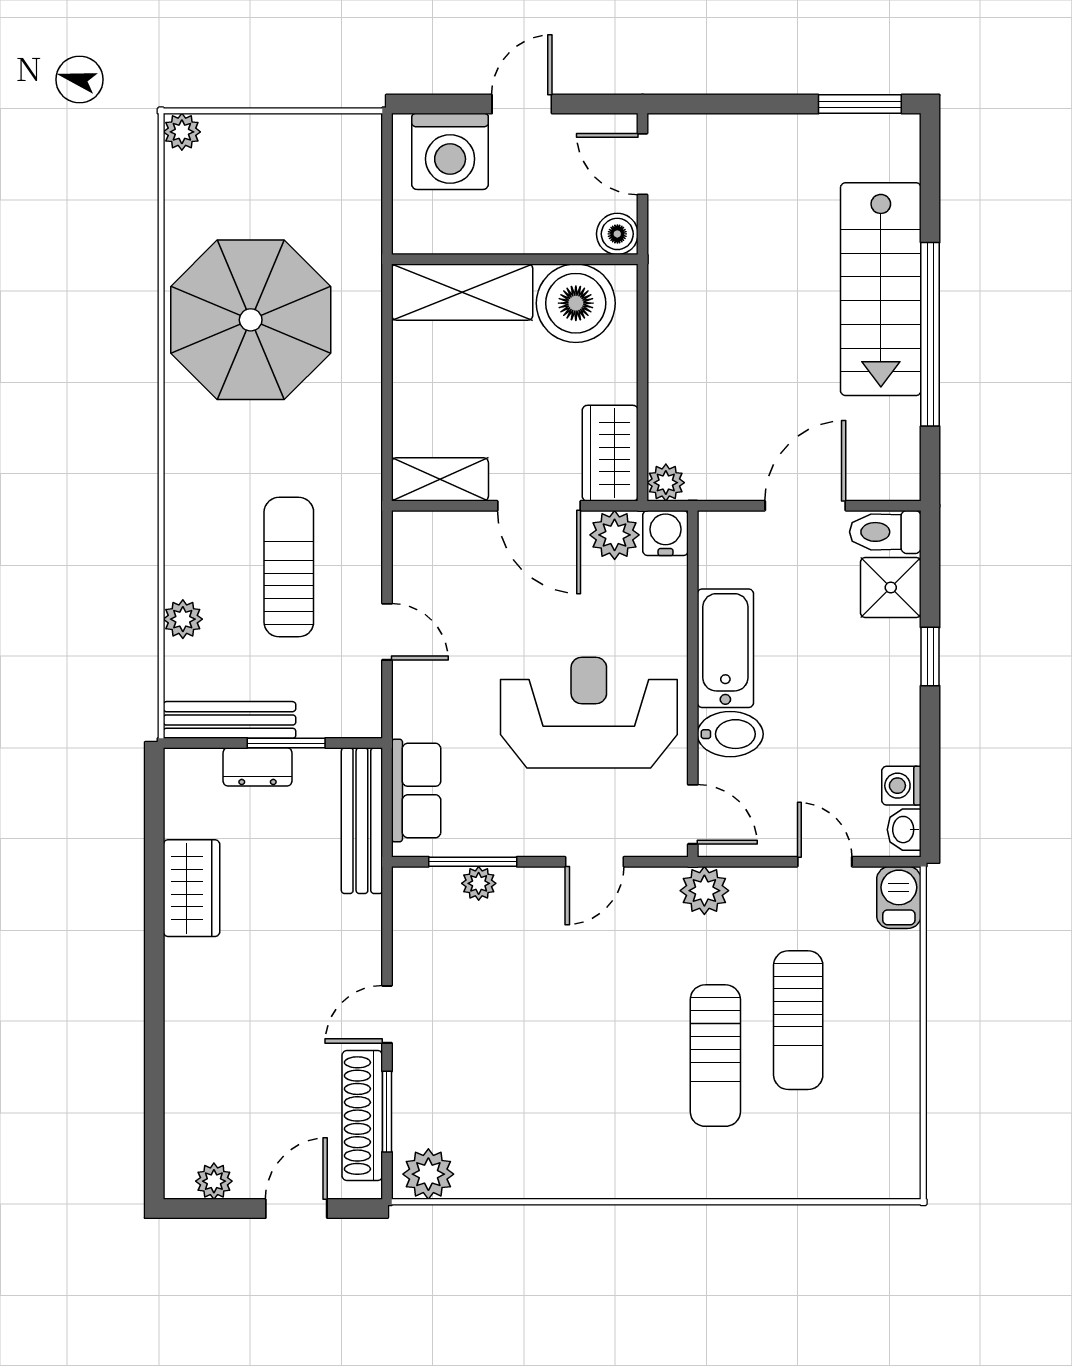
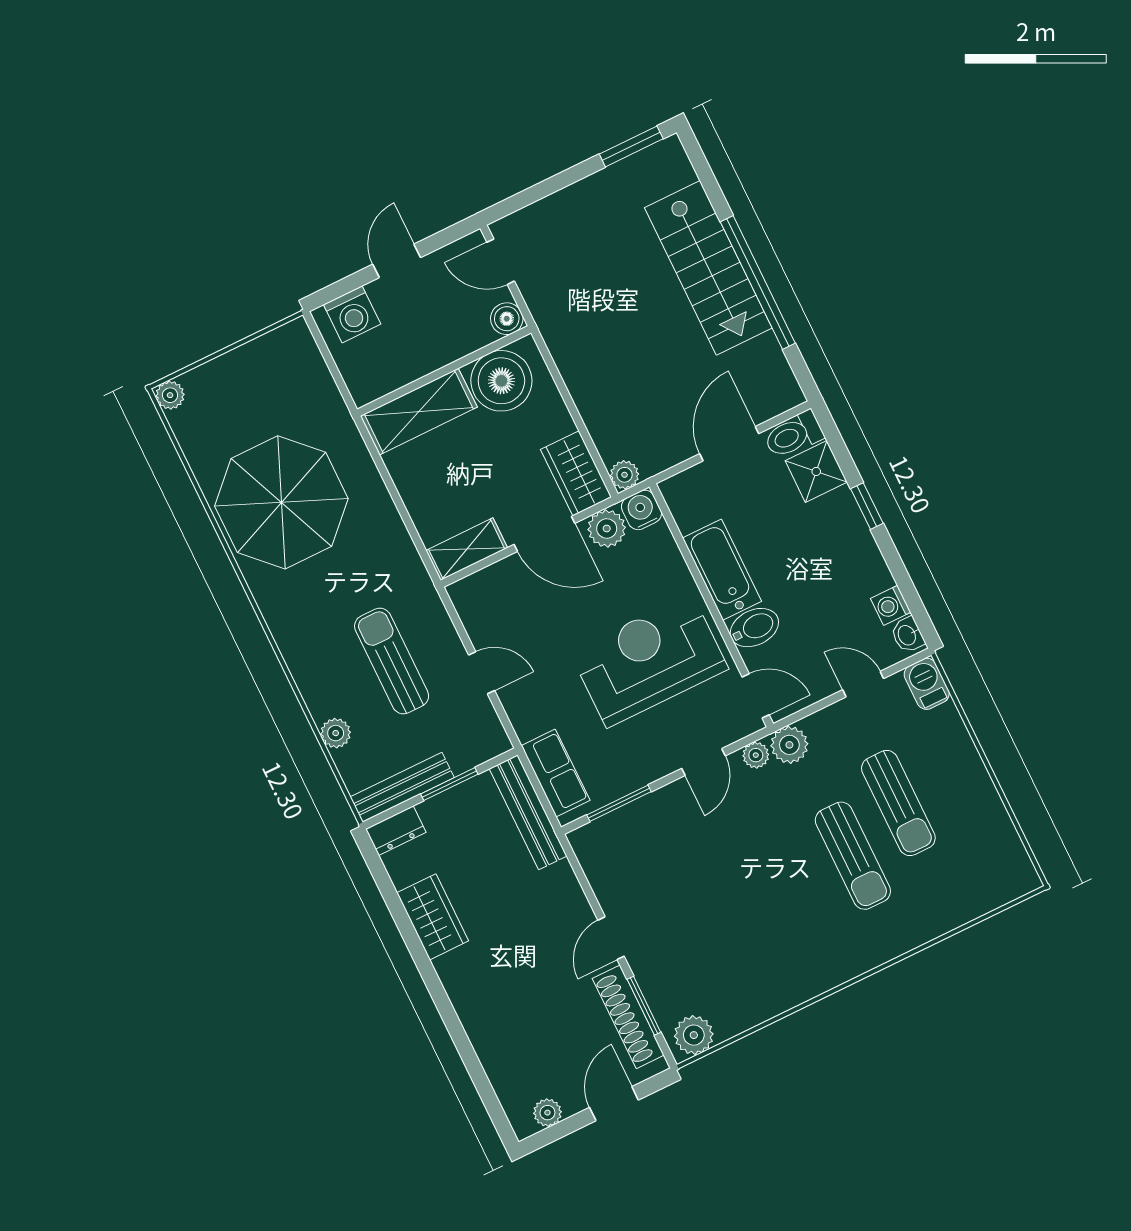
washing machine: (450, 151) -> (352, 314), width x0.73, depth x0.73
dresser: (258, 767) -> (396, 831), moved
plant: (479, 883) -> (756, 755), moved

